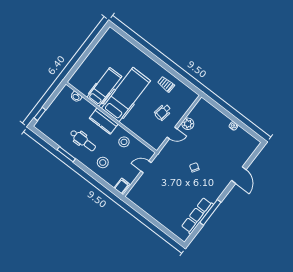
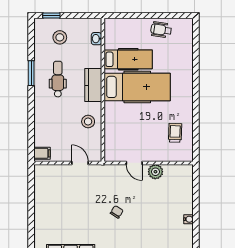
trolley: (166, 84) -> (175, 133), moved
wheelchair: (163, 112) -> (161, 30), moved
dental chair: (83, 140) -> (58, 79), turned 180
stool: (103, 162) -> (60, 37), moved

